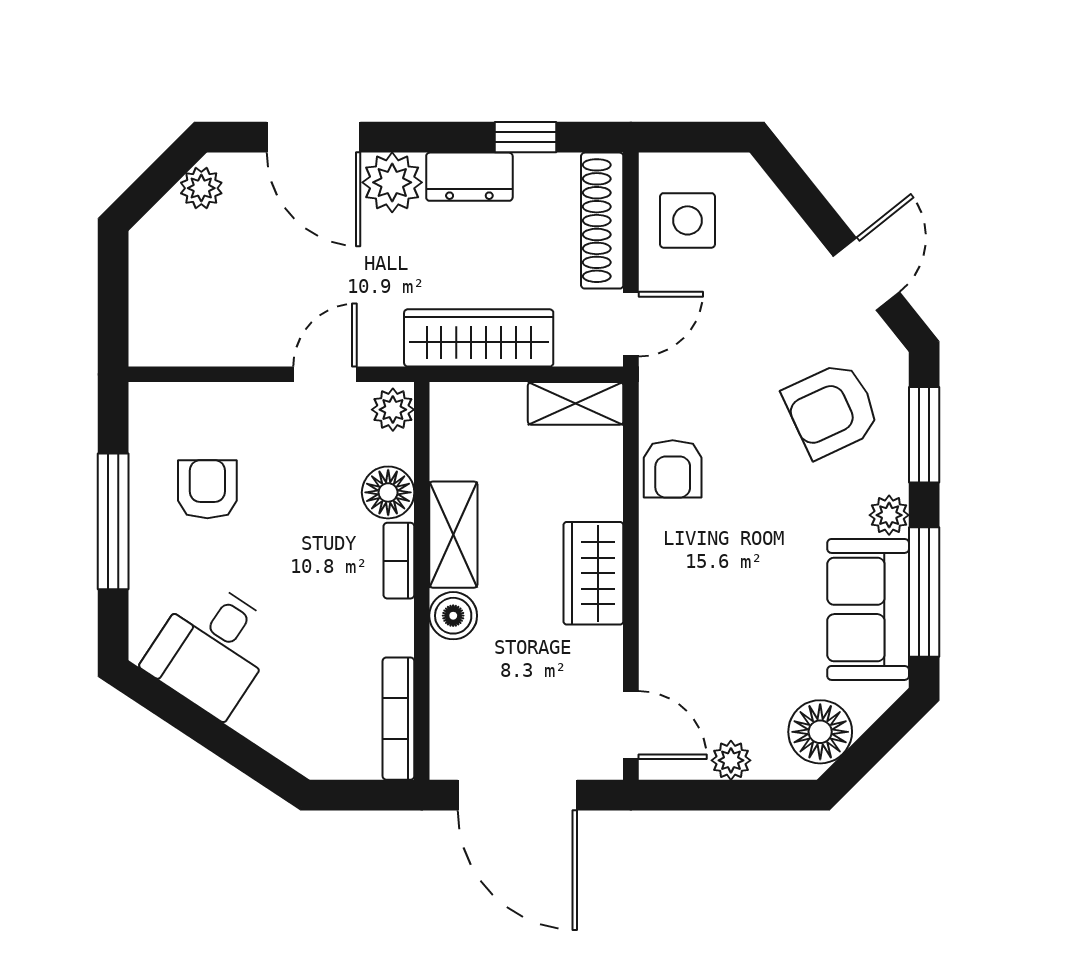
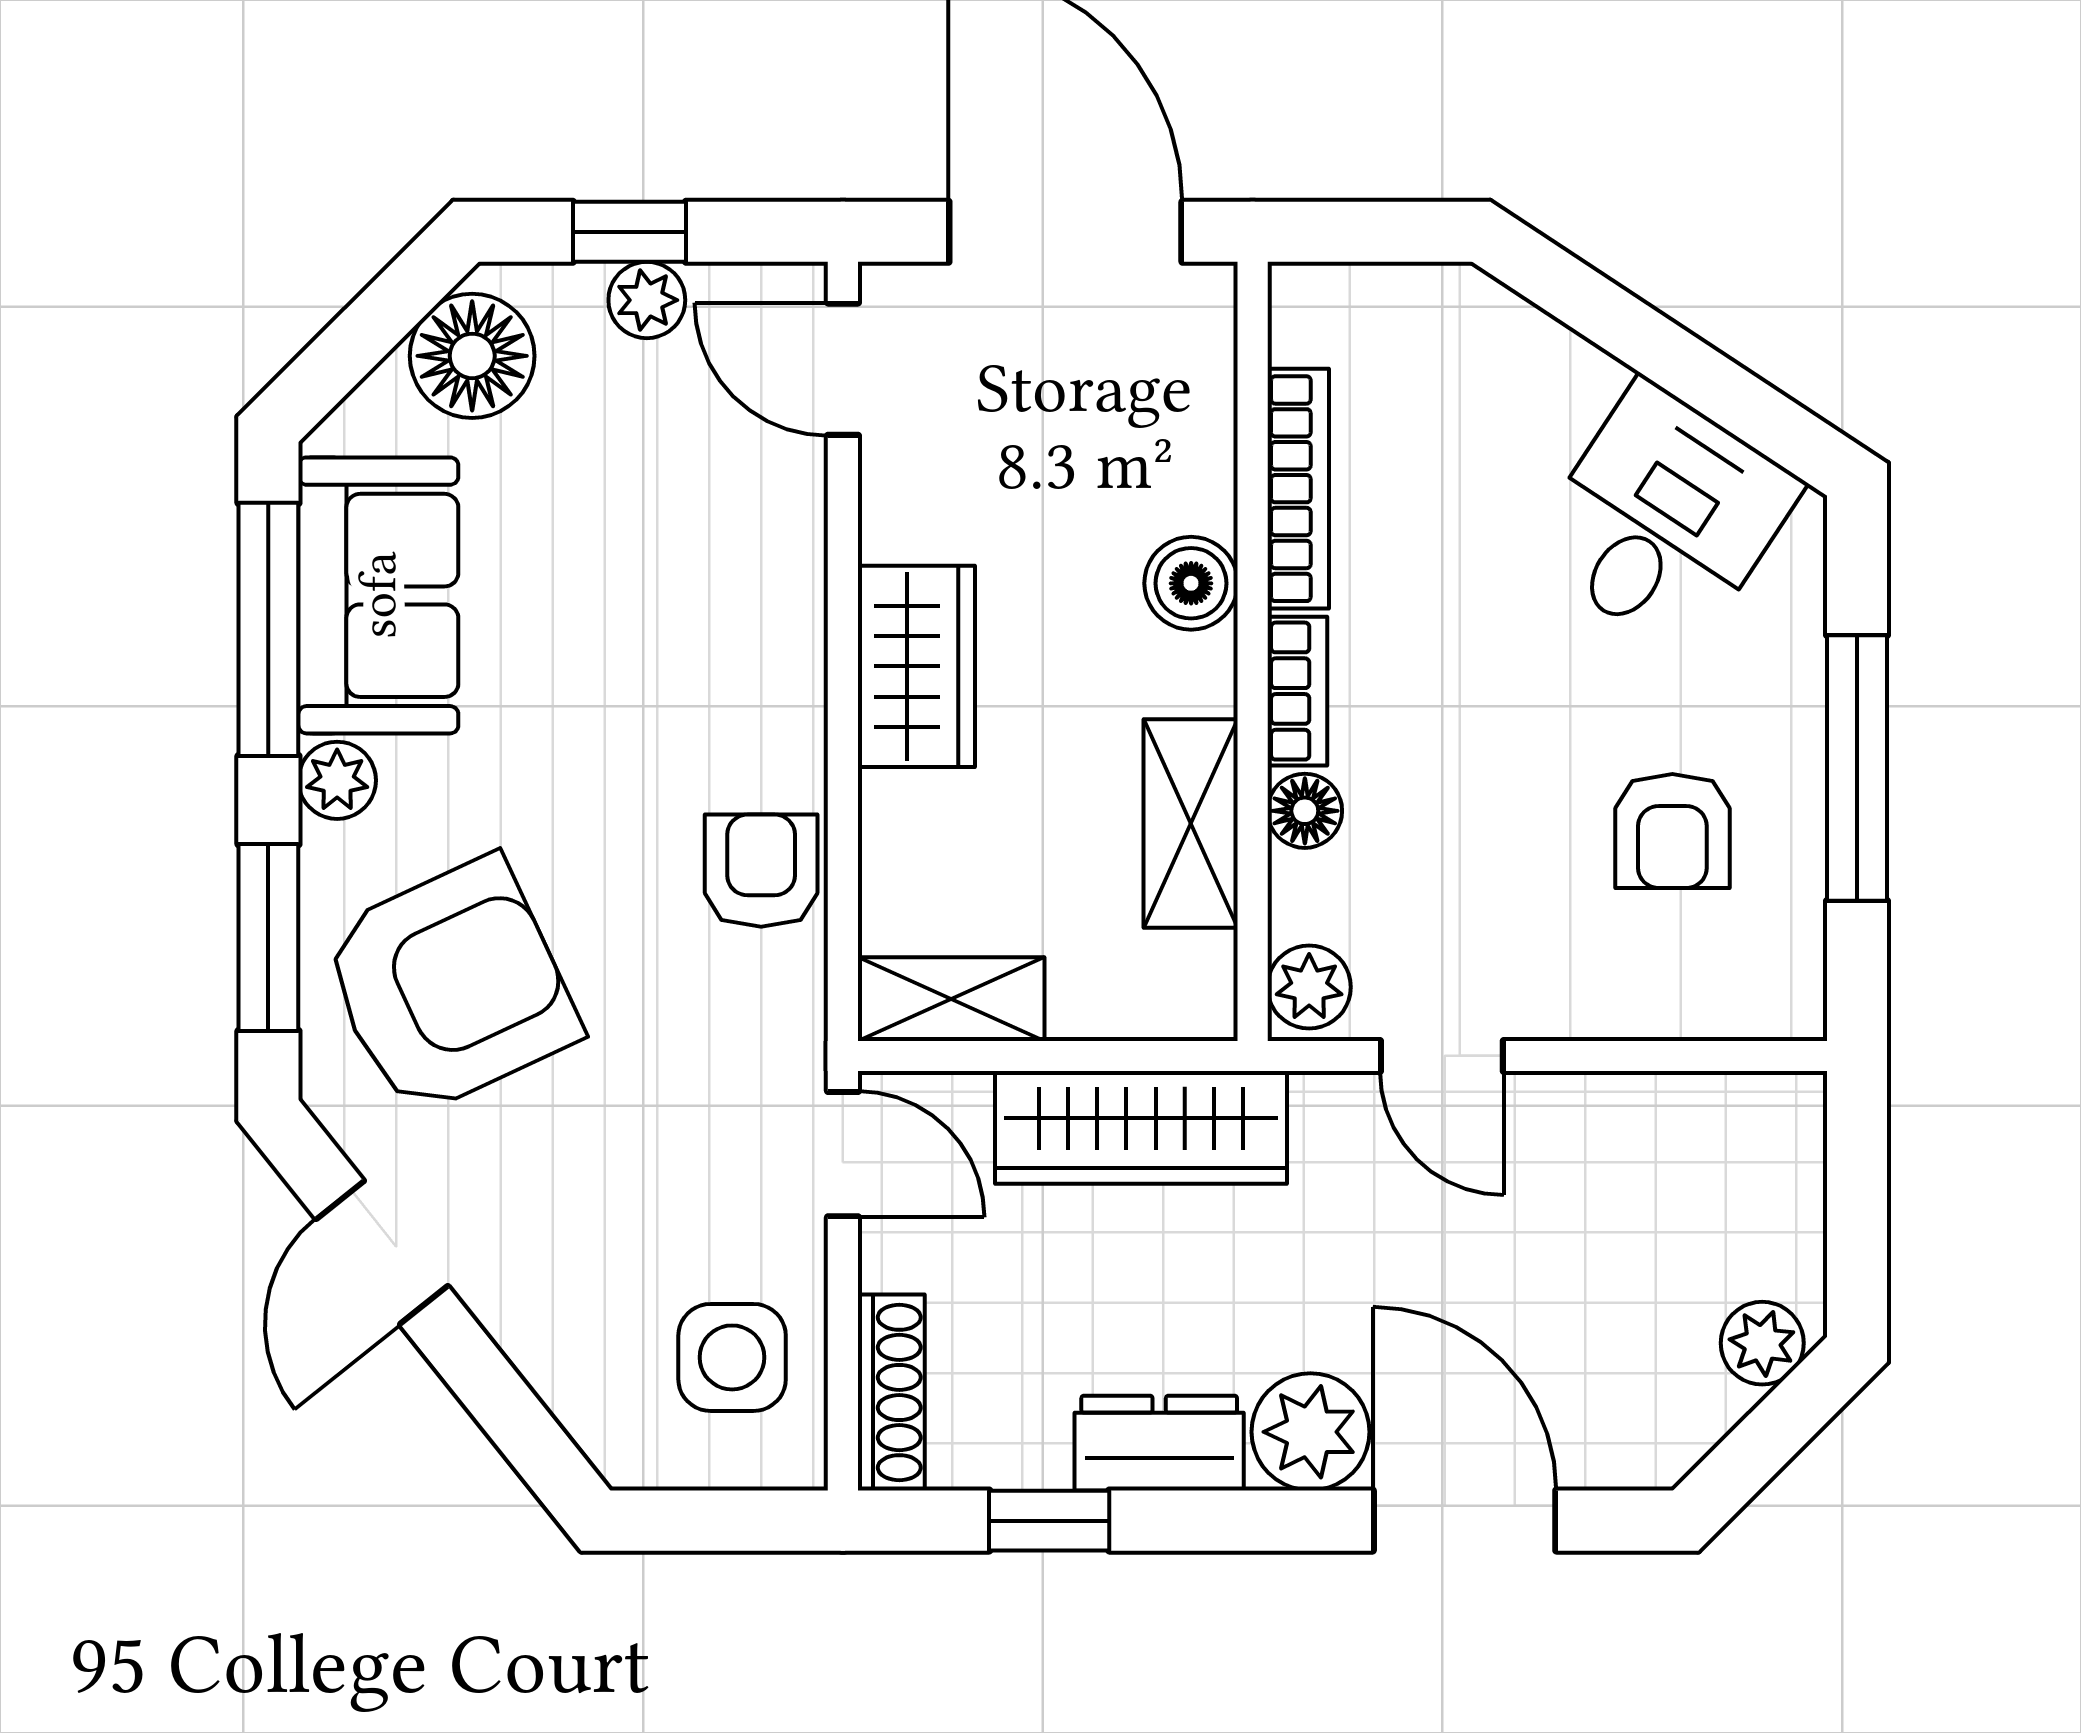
plant: (201, 188) -> (1762, 1343), moved
shoe rack: (602, 221) -> (891, 1392), width x0.74, depth x0.81
door: (631, 324) -> (843, 1154), swing flipped
door: (325, 374) -> (1442, 1056), hinge flipped
armchair: (832, 410) -> (450, 986), width x1.36, depth x1.36
floor lamp: (388, 492) -> (1305, 811), width x0.73, depth x0.73
shelving: (453, 535) -> (1191, 823), moved
bookcase: (398, 719) -> (1298, 489), moved
window: (740, 795) -> (629, 232), added

